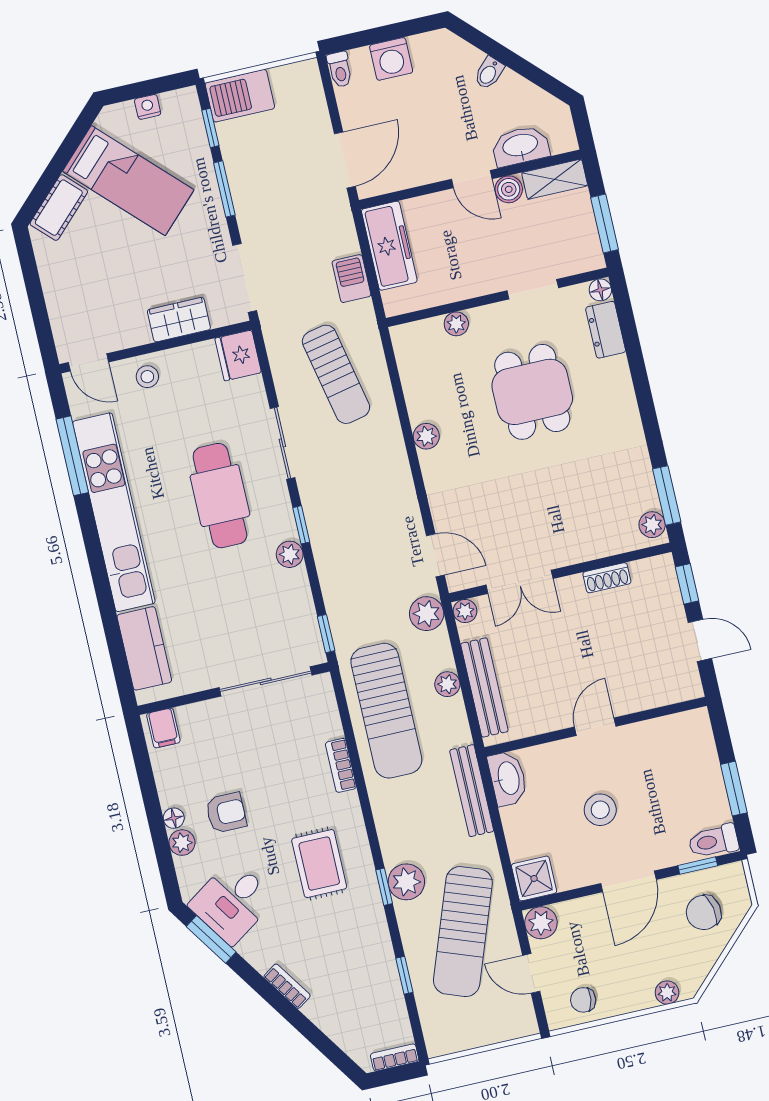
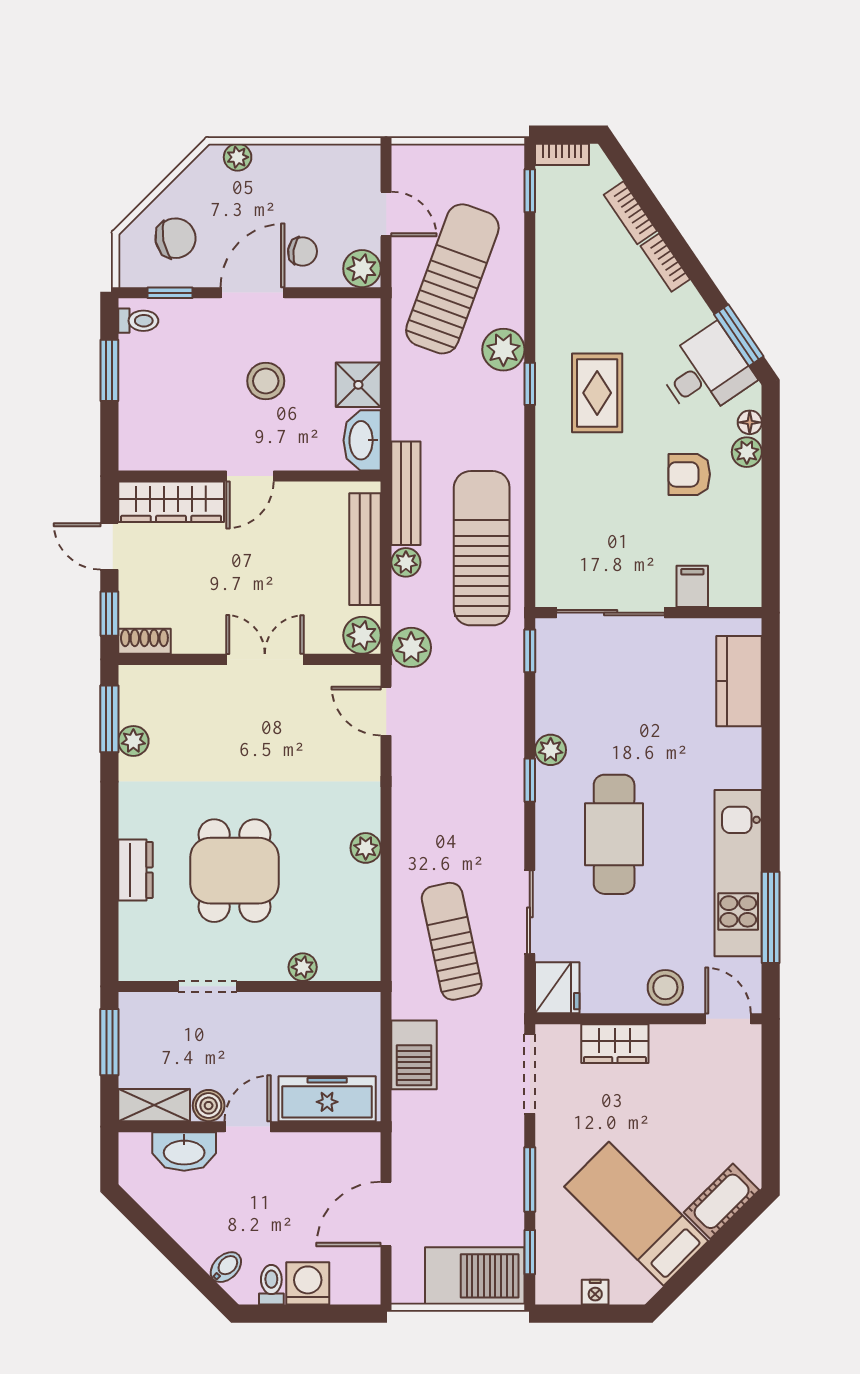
toilet: (340, 69) -> (271, 1285), moved
bidet: (489, 73) -> (226, 1267), moved
barbecue: (240, 96) -> (475, 1276), width x1.37, depth x1.21
door: (345, 160) -> (386, 1214), moved
door: (472, 179) -> (248, 1127), hinge flipped
freezer: (389, 246) -> (327, 1099), moved, turned 90
barbecue: (351, 279) -> (414, 1055), width x1.38, depth x1.27
floor lamp: (600, 290) -> (131, 968), removed
dresser: (606, 330) -> (135, 870), moved
stool: (147, 377) -> (665, 987), width x1.37, depth x1.37
sliding door: (282, 443) -> (530, 912), moved
kitchen unit: (114, 512) -> (738, 873), width x0.73
plant: (652, 525) -> (133, 741), moved
shoe rack: (607, 578) -> (144, 641), moved
double door: (519, 582) -> (265, 659), moved
plant: (465, 611) -> (362, 635), width x1.38, depth x1.38
wardrobe: (657, 690) -> (171, 502), added
filing cabinet: (163, 728) -> (692, 586), moved
bookcase: (341, 765) -> (630, 213), moved, turned 146
bench: (472, 791) -> (406, 493), moved
floor lamp: (174, 818) -> (750, 422), moved
toilet: (713, 841) -> (138, 321), width x0.73, depth x0.72
shower: (534, 878) -> (358, 385), moved
window: (384, 887) -> (530, 384), moved
window: (404, 975) -> (530, 191), moved
chair: (583, 1000) -> (303, 251), moved

